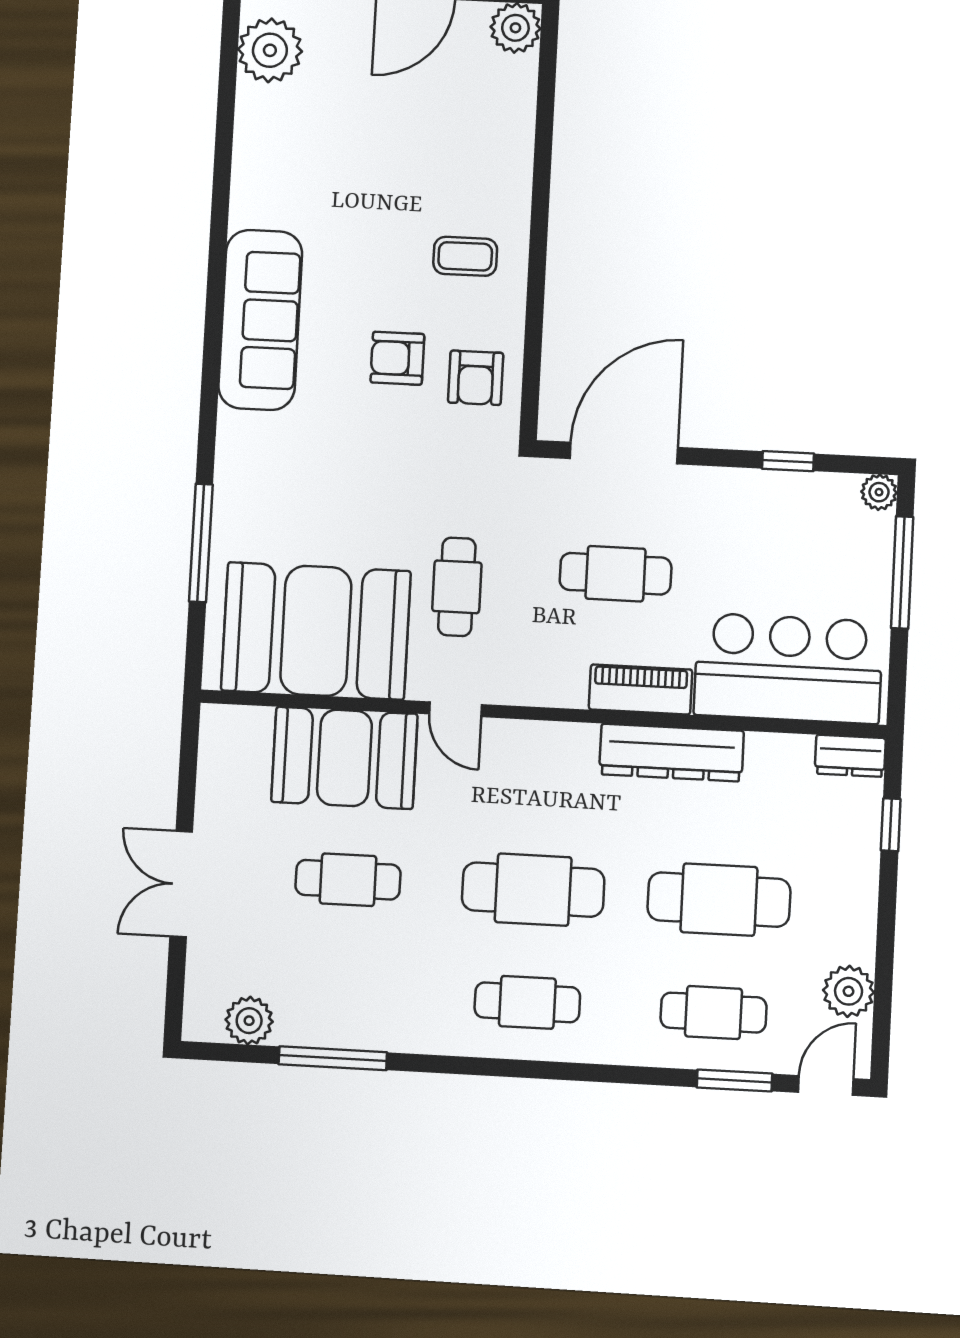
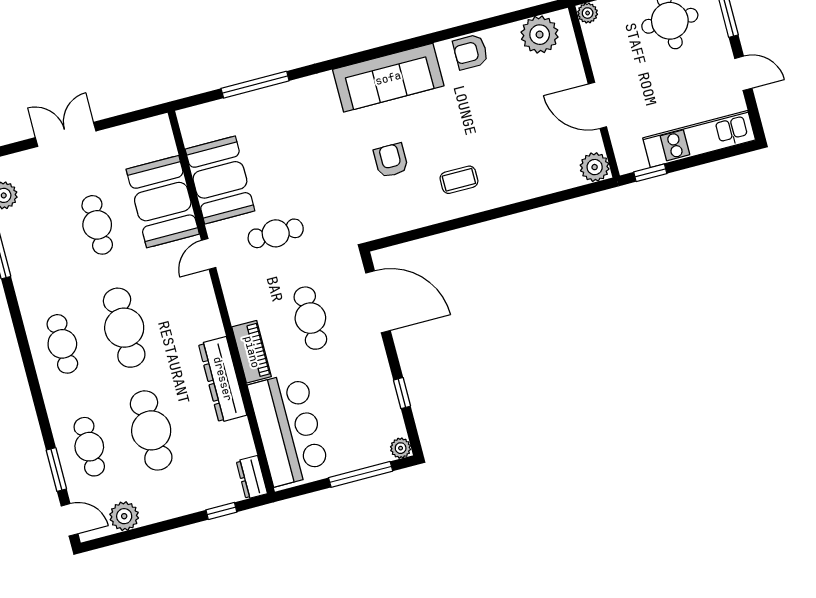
coffee table: (465, 256) -> (459, 180), turned 90
armchair: (476, 378) -> (471, 52), moved
booth: (316, 631) -> (220, 180), width x0.73, depth x0.70

